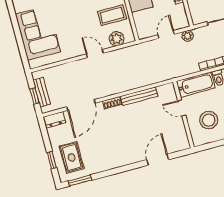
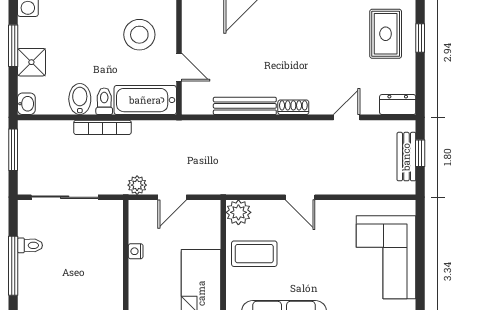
plant: (117, 39) -> (238, 212), moved
door: (81, 105) -> (347, 117), width x0.53

